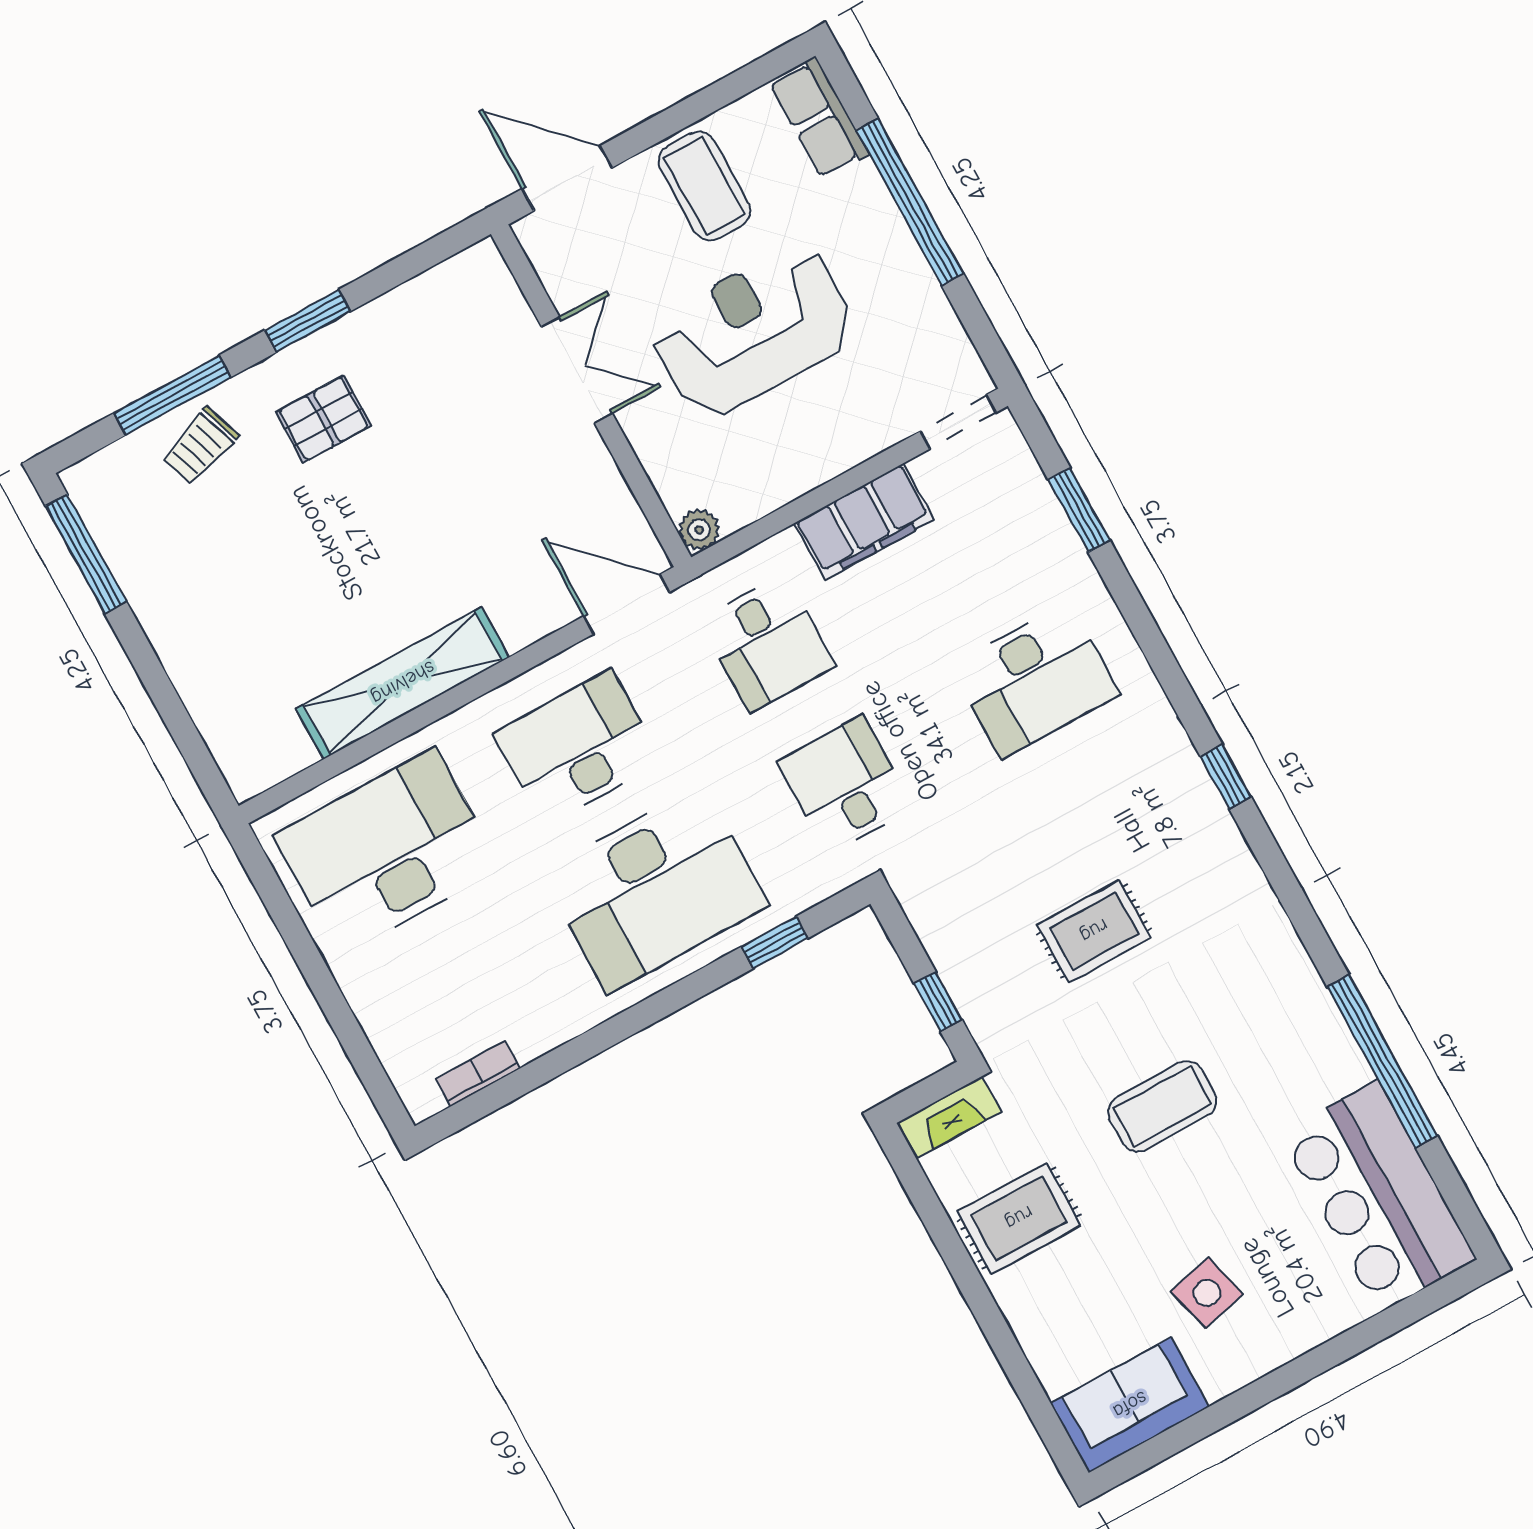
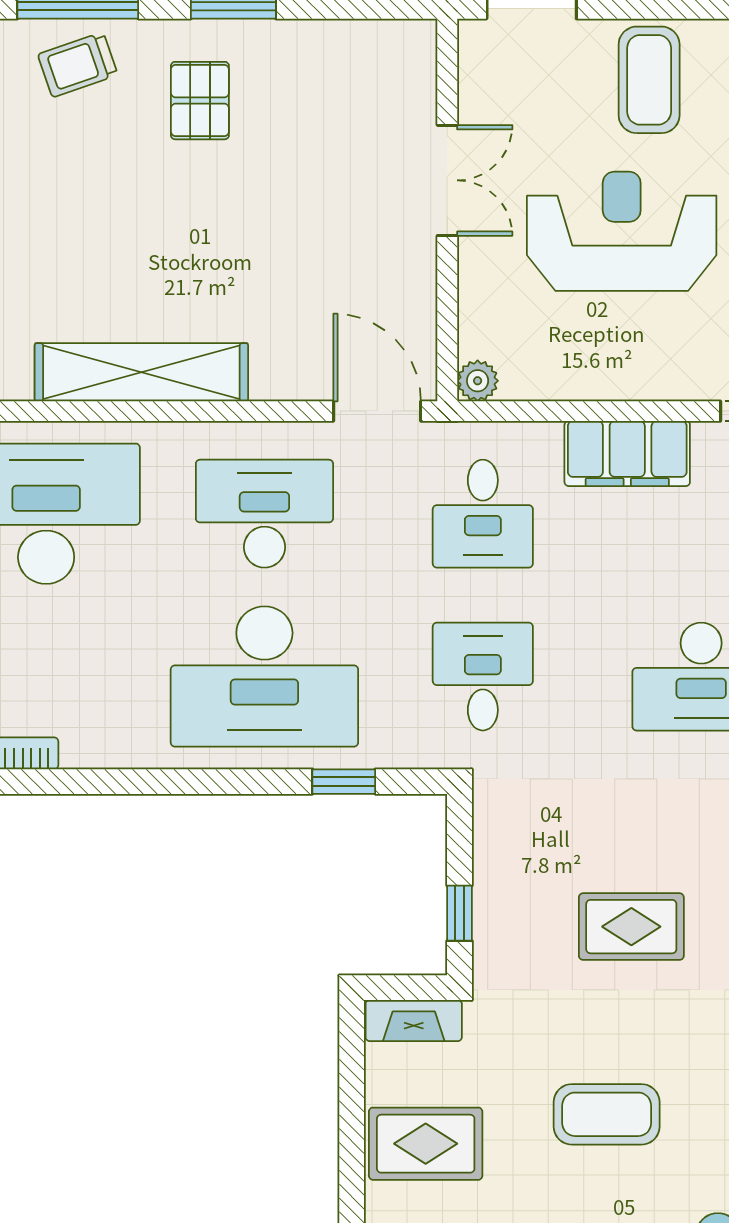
pallet: (324, 419) -> (200, 101), turned 90

